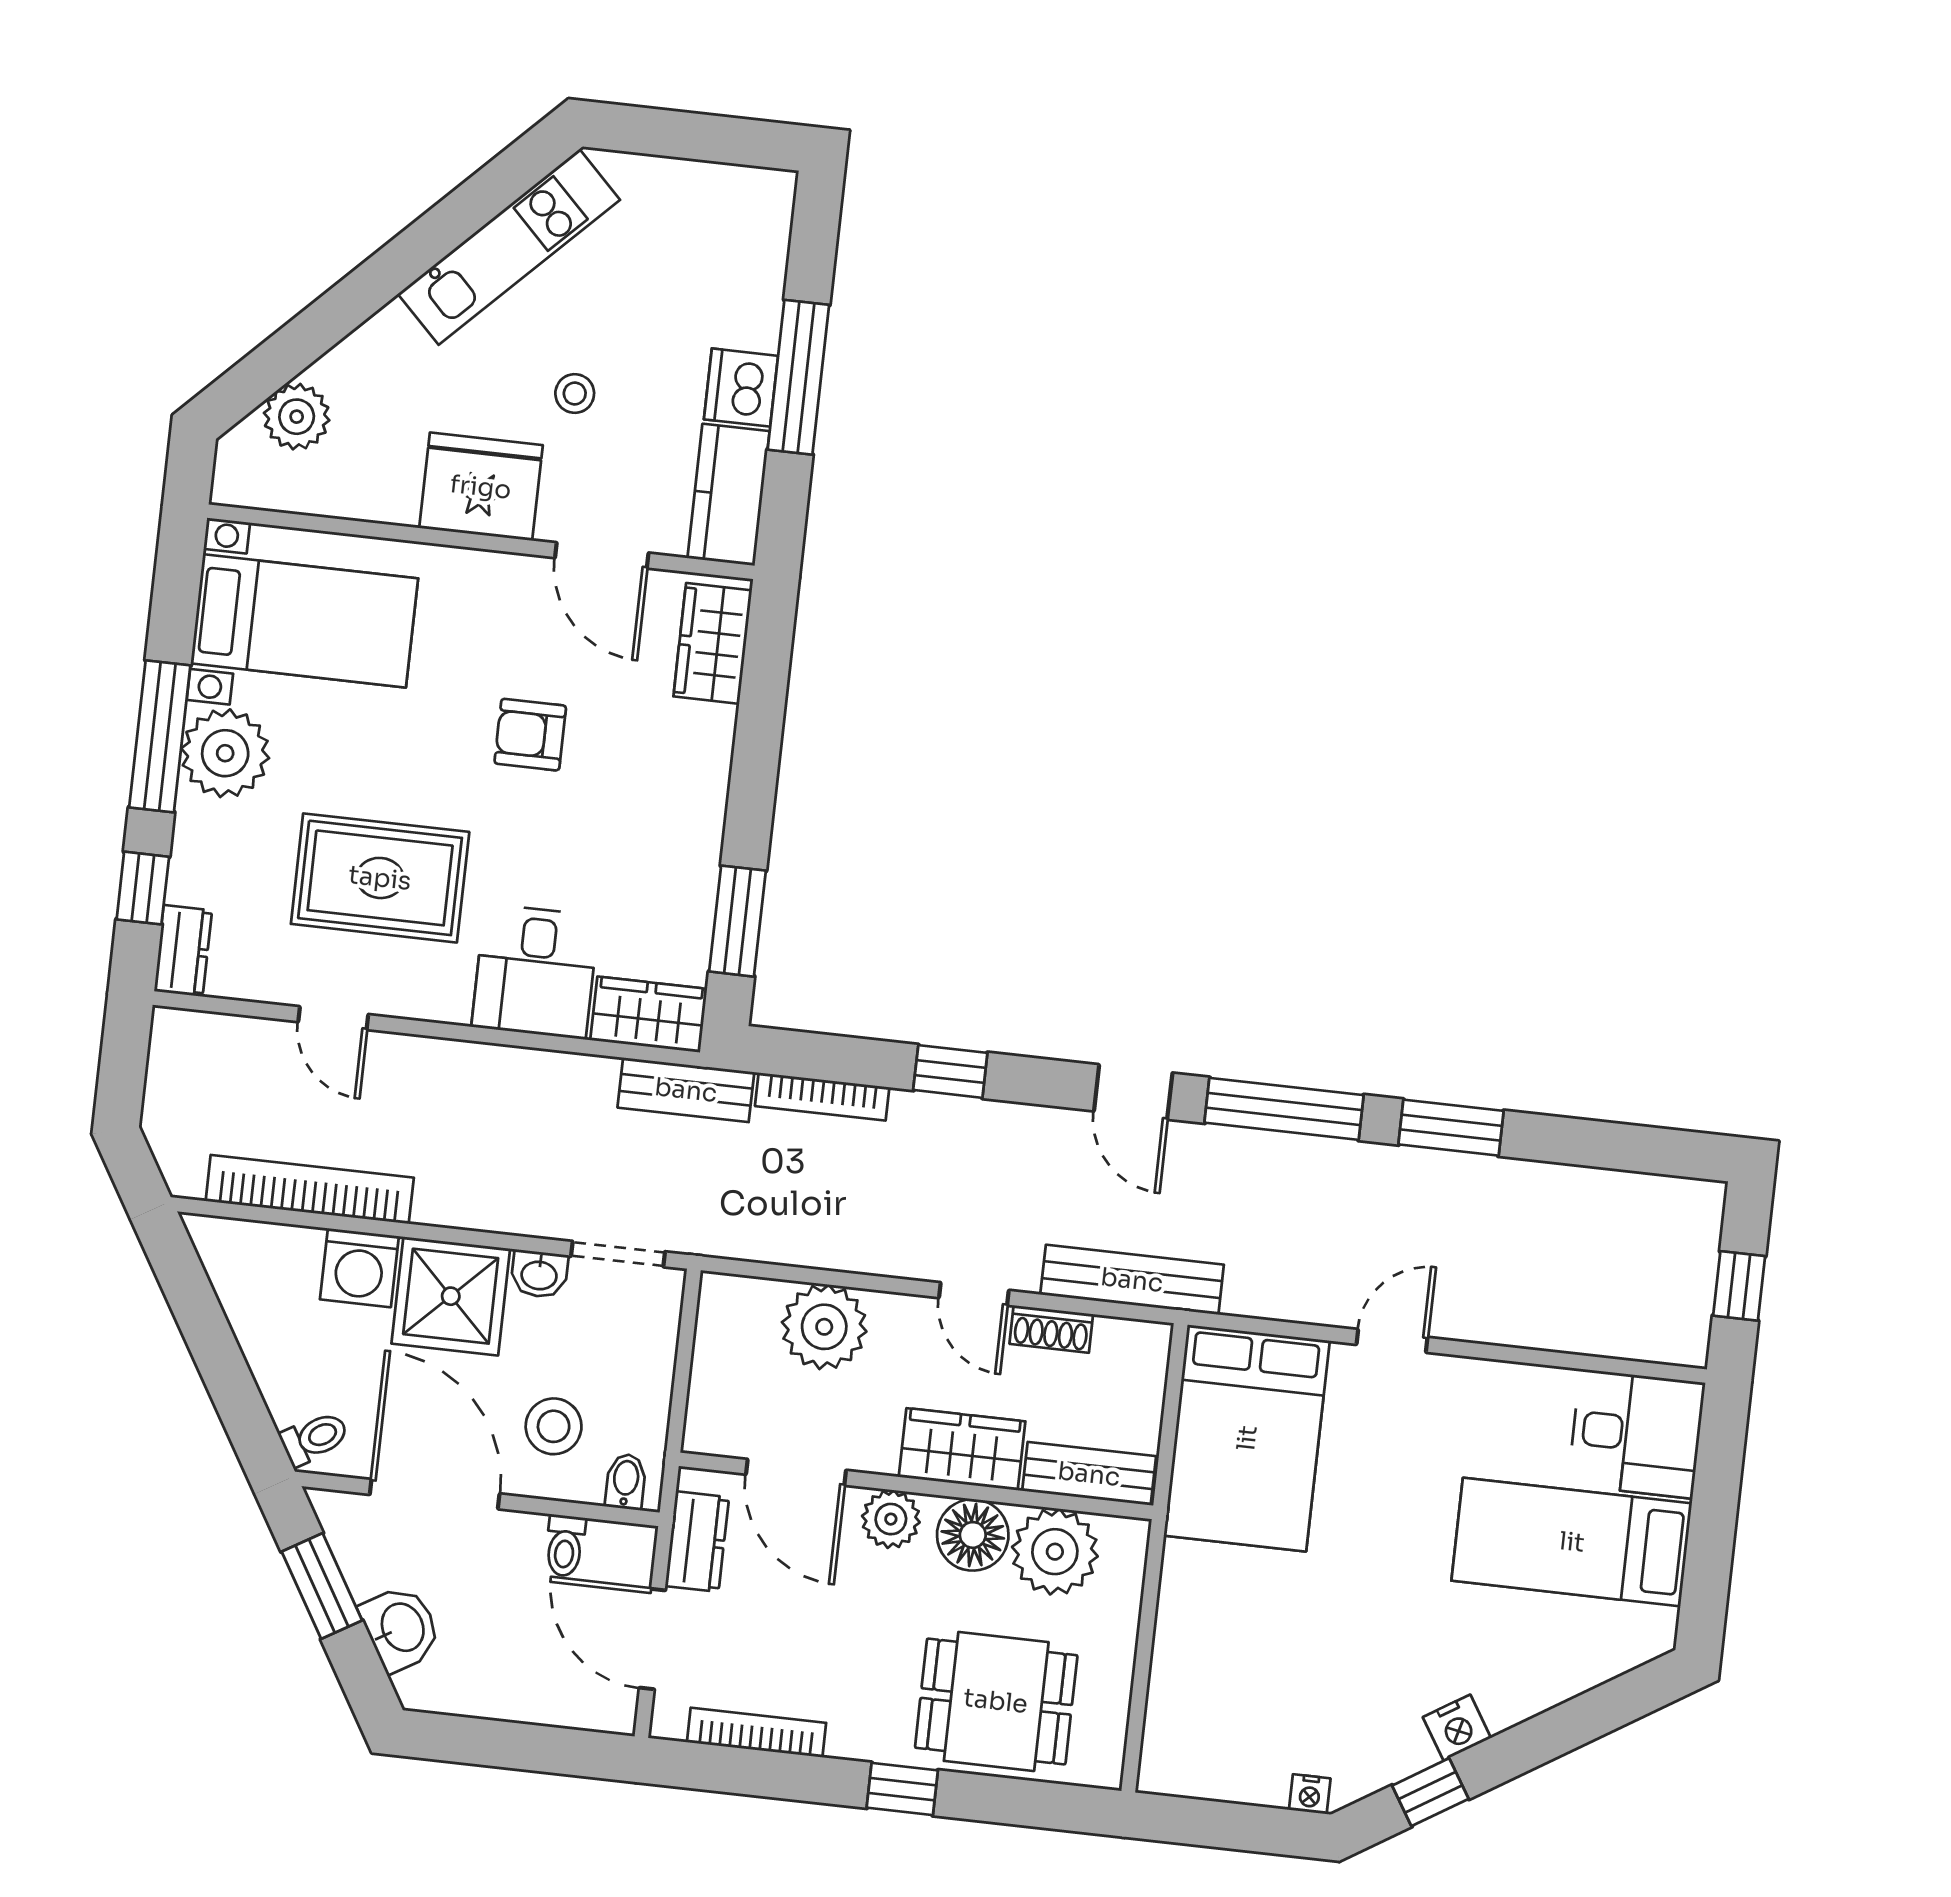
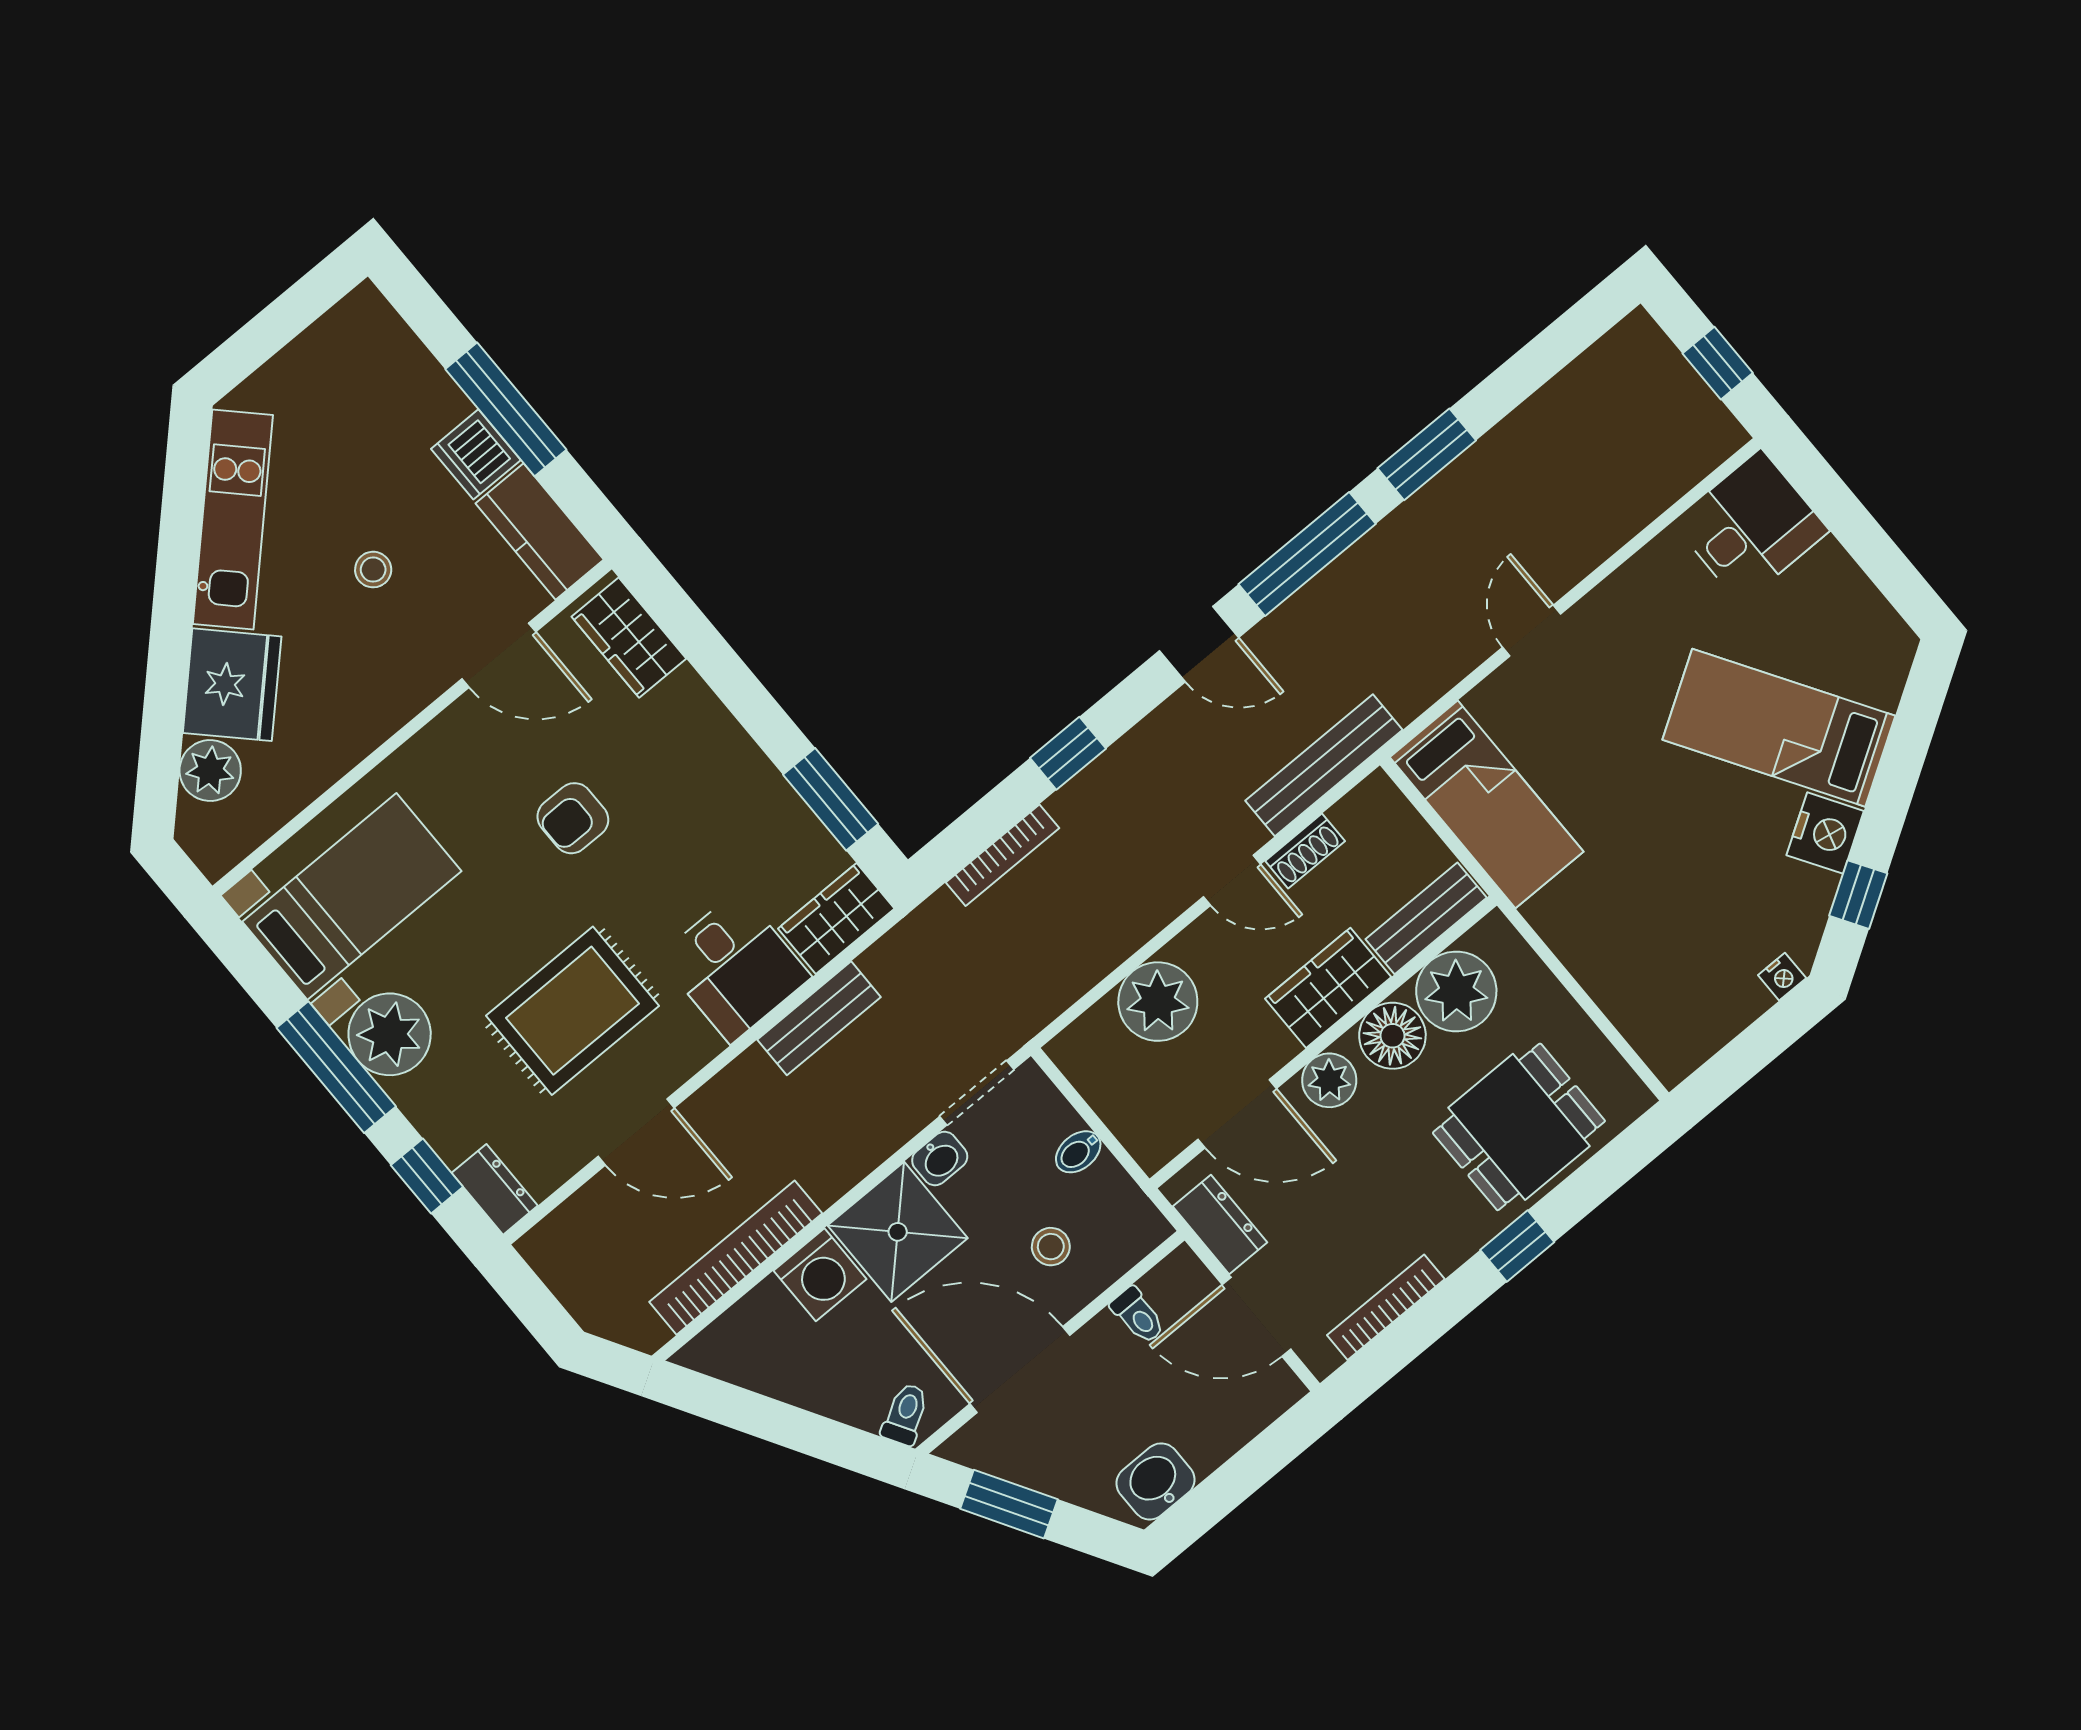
fridge: (481, 487) -> (232, 685), moved, turned 135
door: (333, 1018) -> (636, 1132), width x1.38
bench: (686, 1090) -> (819, 1018), moved
stool: (554, 1426) -> (1051, 1247), width x0.73, depth x0.73
bed: (1247, 1438) -> (1487, 804), width x0.67
bidet: (626, 1482) -> (1078, 1152), moved, turned -90
bed: (1572, 1542) -> (1779, 728), moved, turned 58
washbasin: (401, 1628) -> (1155, 1481), moved, turned -59
nightstand: (1457, 1728) -> (1825, 833), width x1.36, depth x1.33

